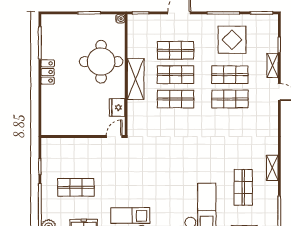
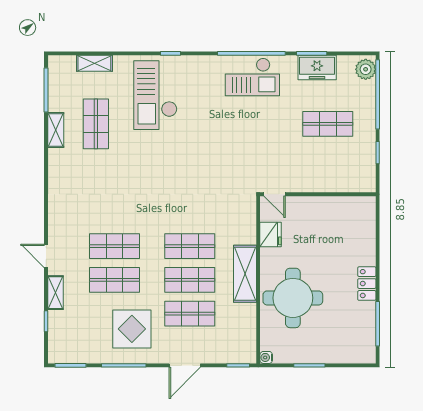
display table: (232, 40) -> (132, 329), moved
door: (114, 136) -> (275, 194), hinge flipped
shelving: (272, 168) -> (56, 130), moved

